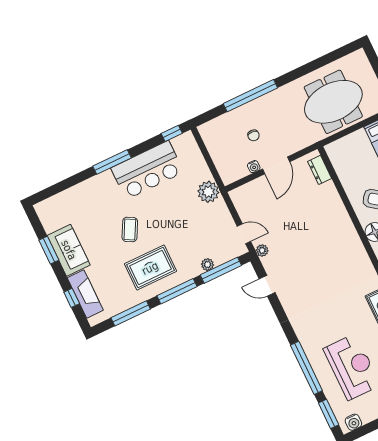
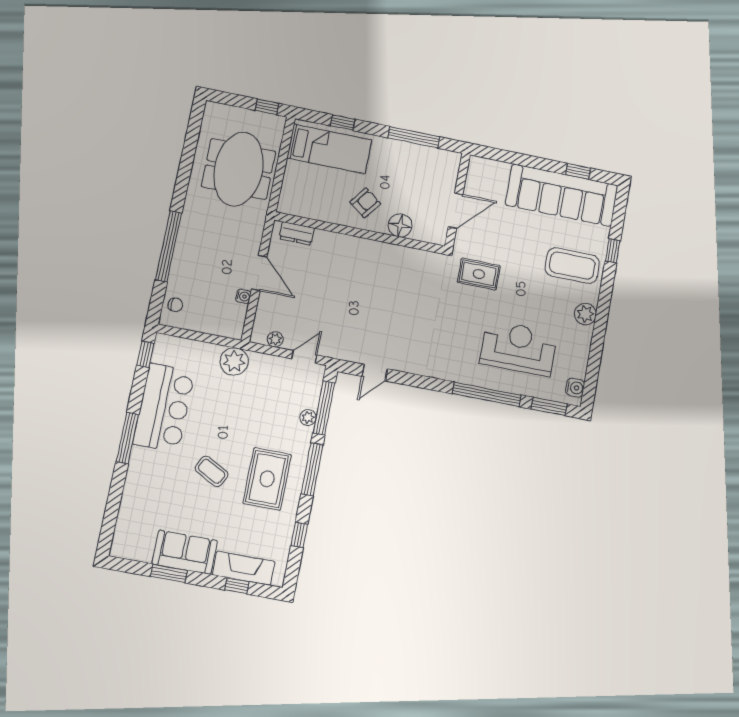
chair: (254, 135) -> (175, 305), moved
plant: (262, 250) -> (275, 339), moved
window: (131, 313) -> (299, 535), width x0.46

